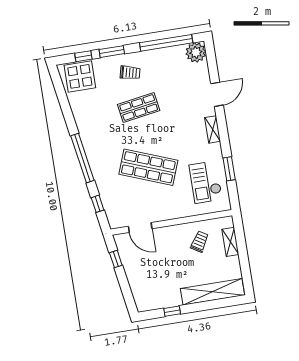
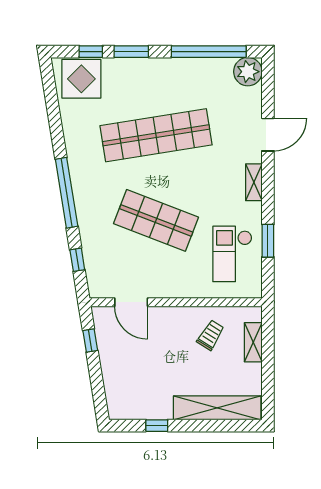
trolley: (130, 73) -> (152, 85), removed
shop shelf: (139, 108) -> (156, 135), width x2.00, depth x1.36

